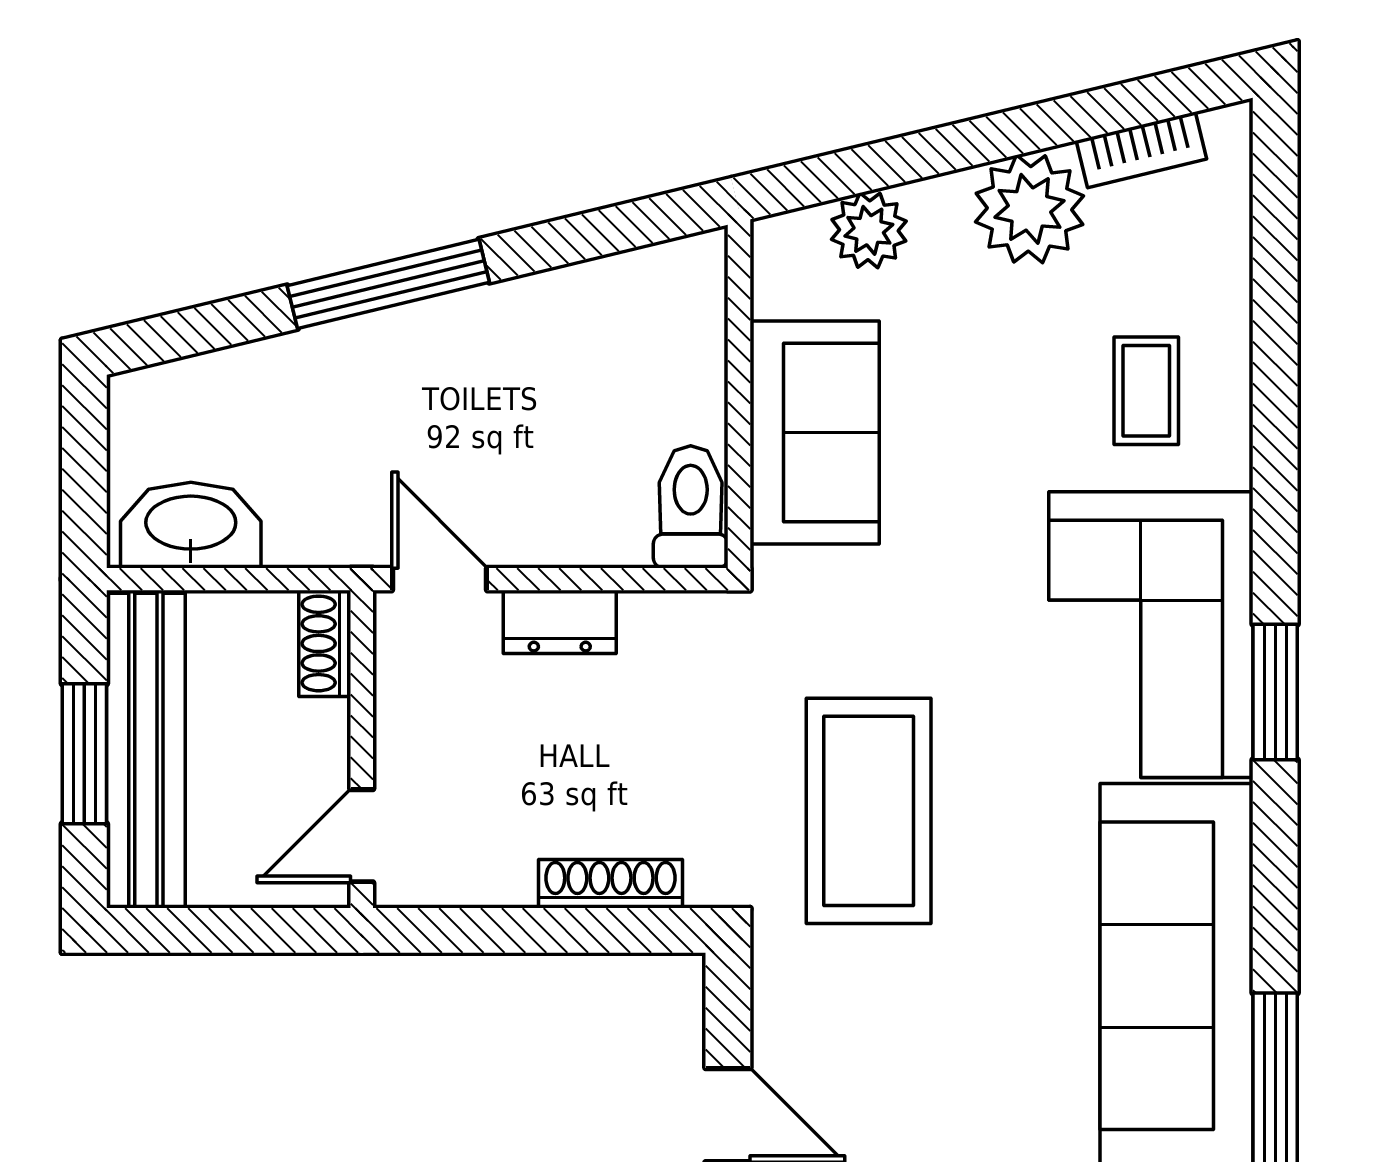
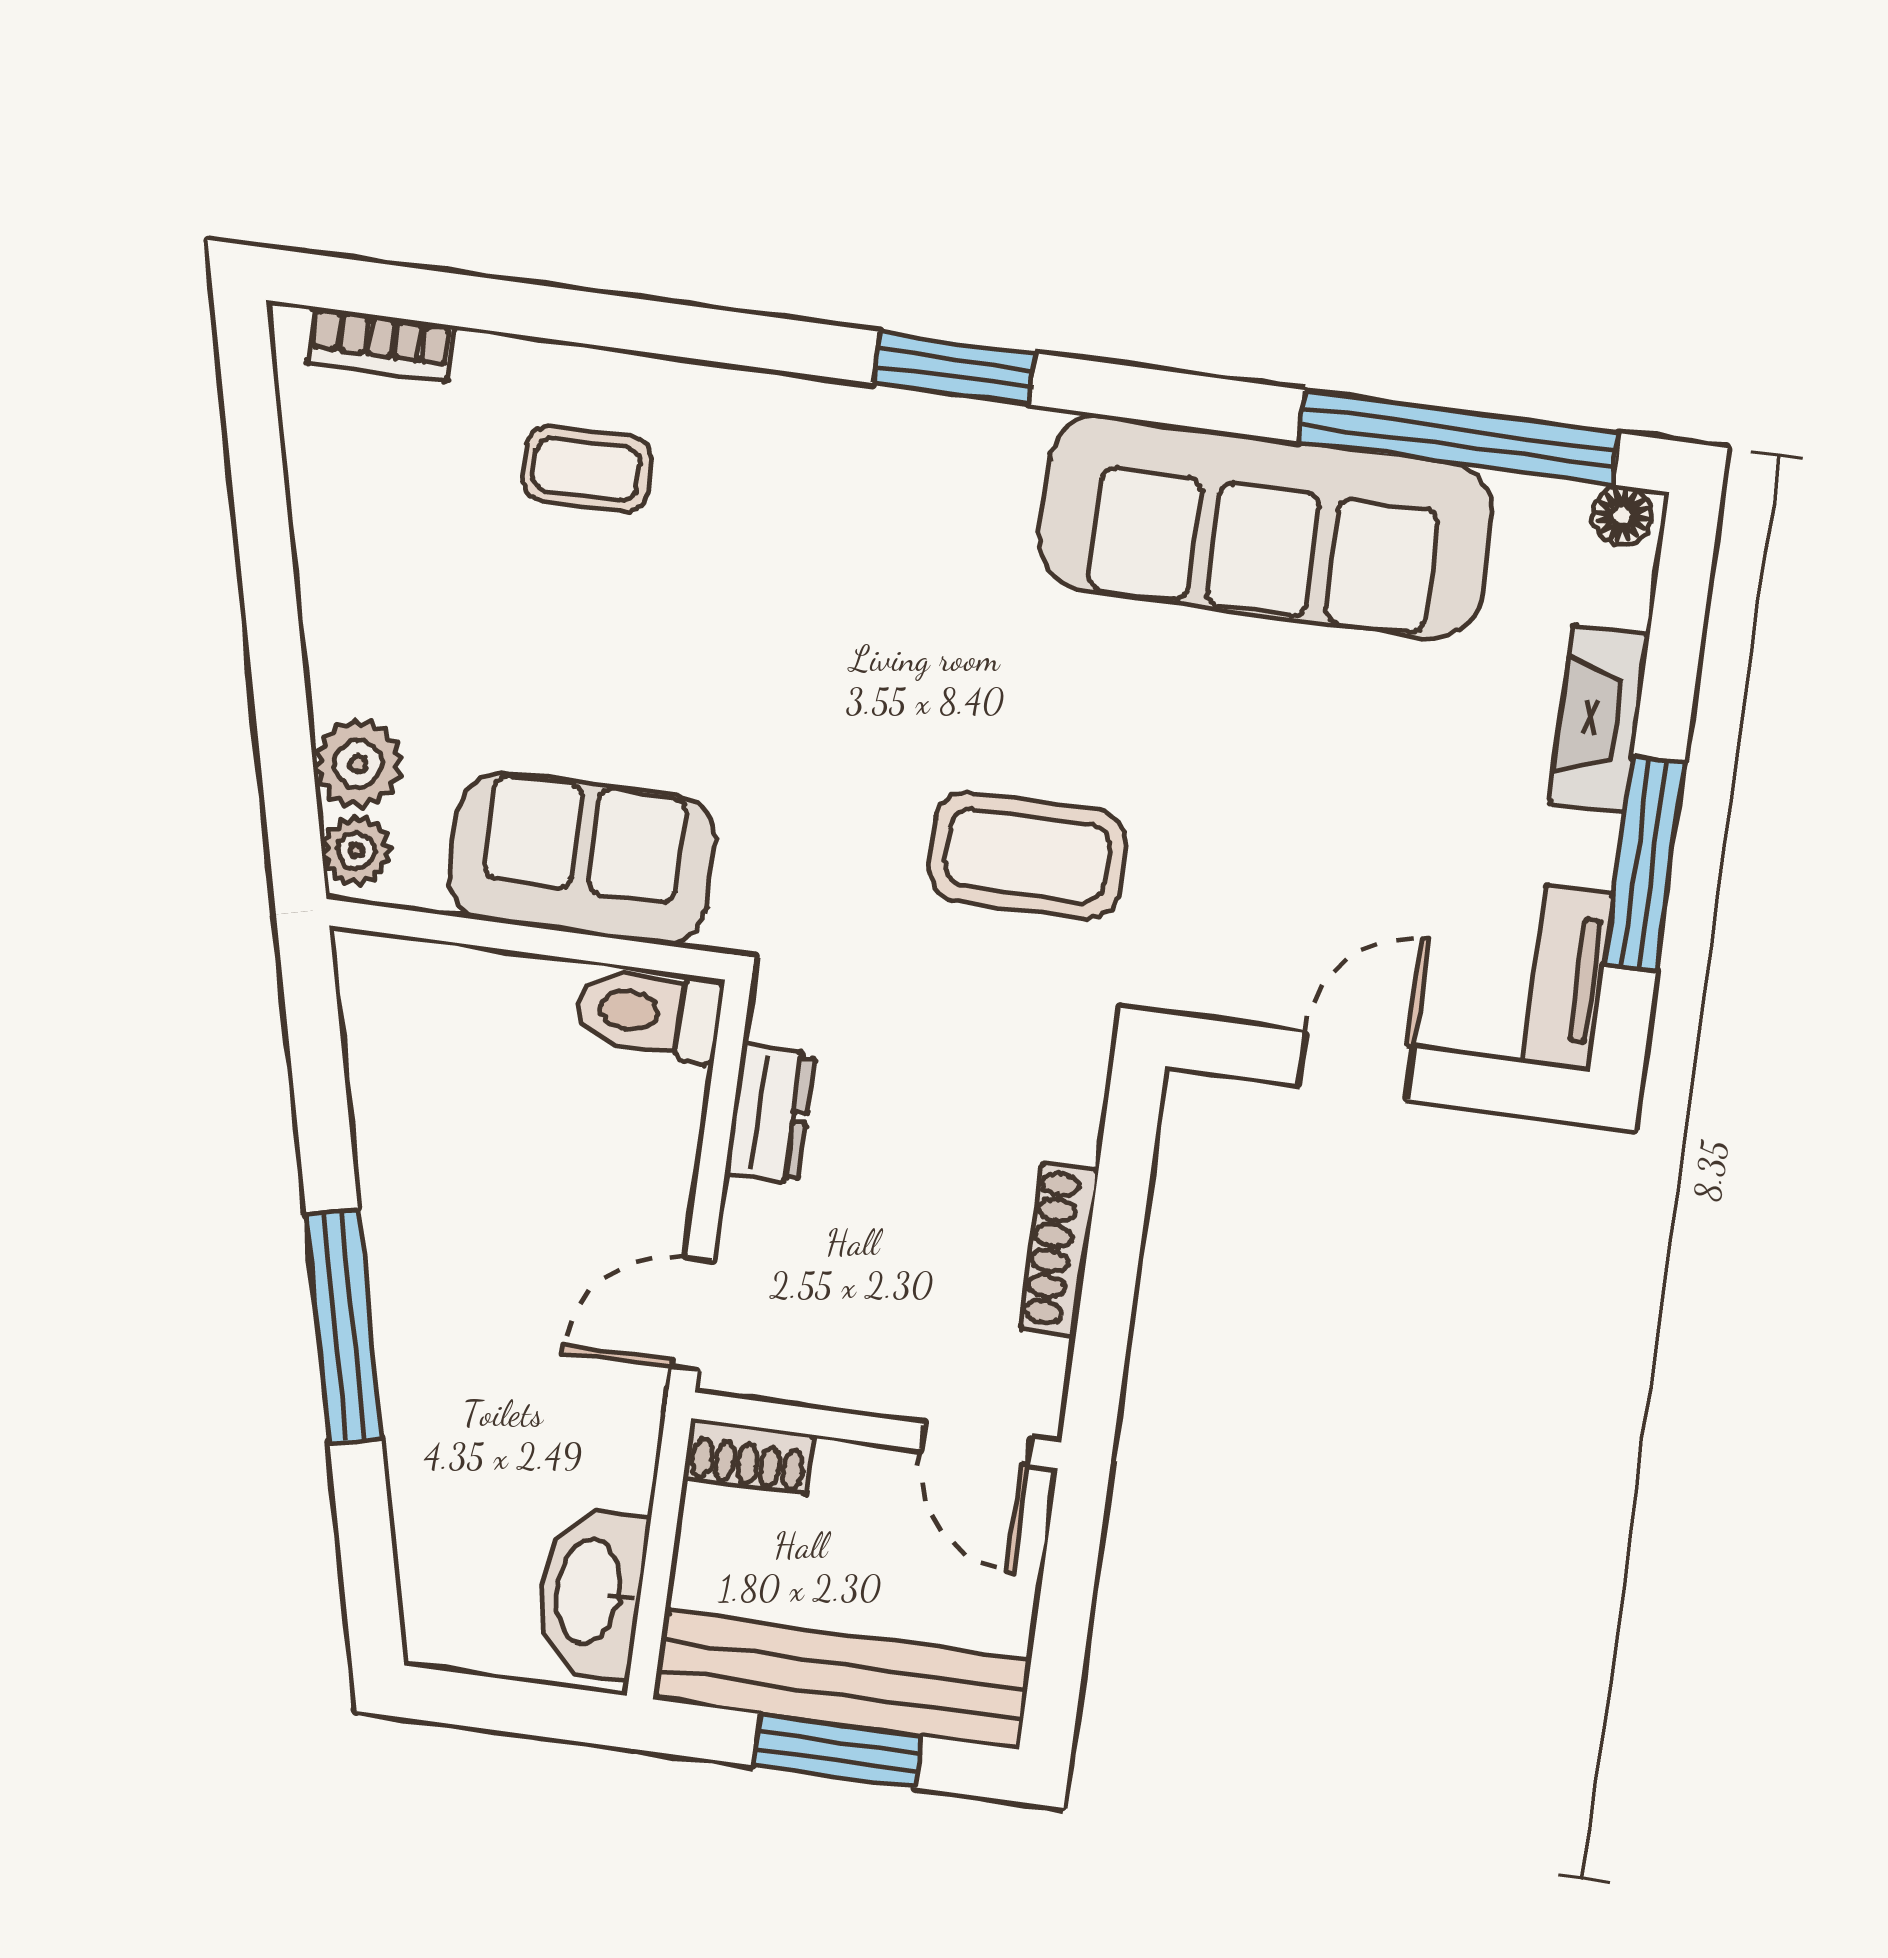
bookcase: (1141, 150) -> (380, 344), moved, turned 104
plant: (1029, 209) -> (356, 851), moved, width x0.53, depth x0.53
dresser: (560, 622) -> (770, 1113), moved
corner sofa: (1151, 635) -> (869, 502), removed
coffee table: (869, 811) -> (1027, 856), width x0.73, depth x0.76
shoe rack: (610, 884) -> (1059, 1249), moved

